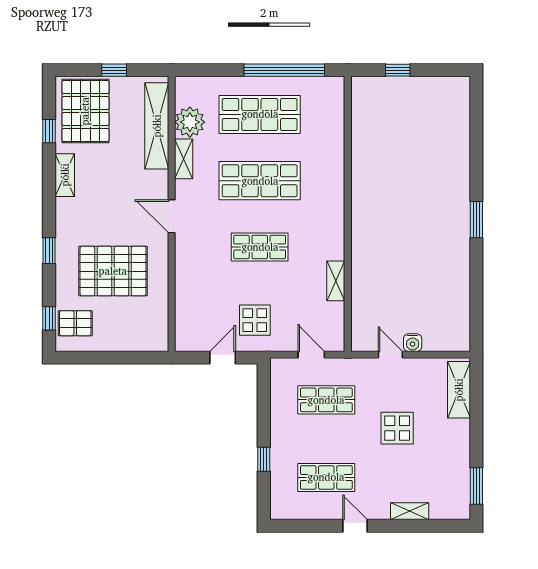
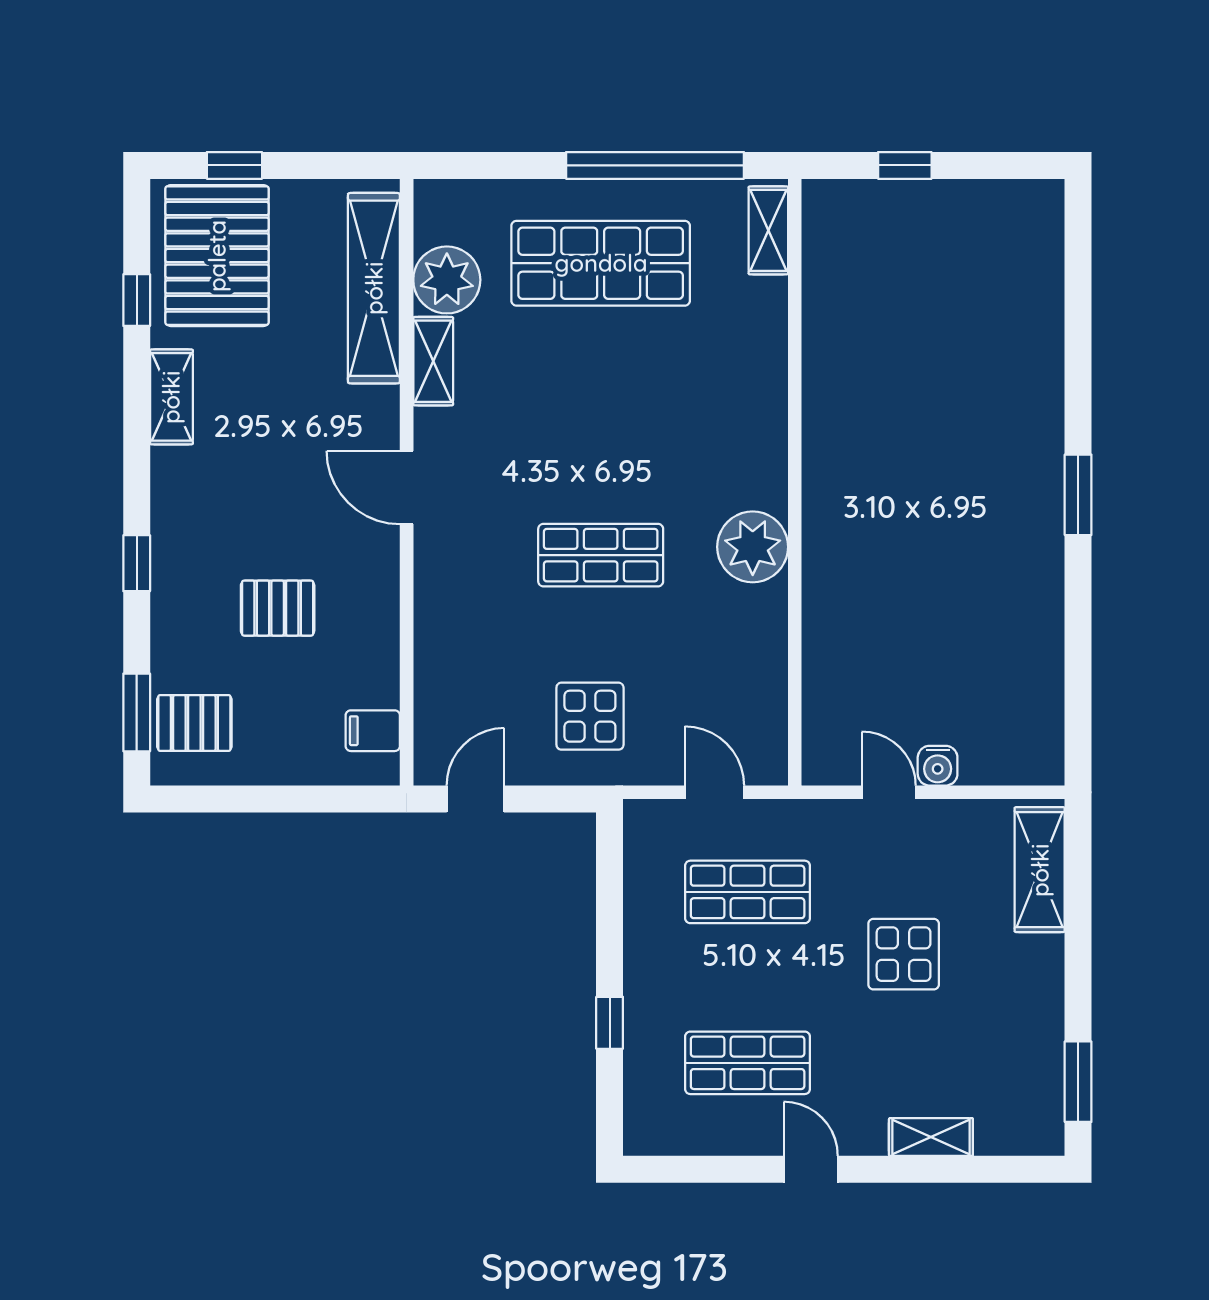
window: (114, 70) -> (234, 165), moved
shop shelf: (260, 181) -> (601, 409), removed
plant: (329, 243) -> (753, 547), added
pallet: (113, 271) -> (278, 608), width x0.49, depth x0.50
shelving: (336, 281) -> (768, 230), moved
window: (49, 318) -> (137, 712), width x1.50
filing cabinet: (156, 327) -> (373, 731), added
door: (223, 358) -> (475, 799), moved

